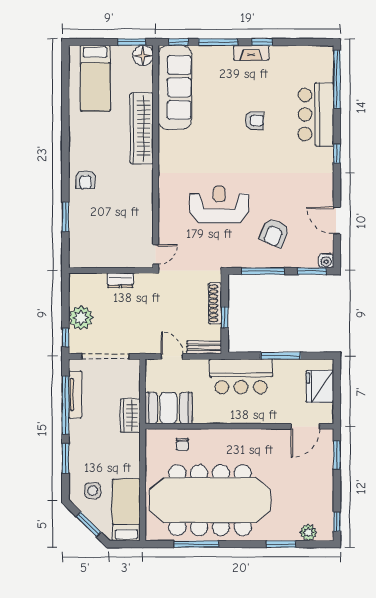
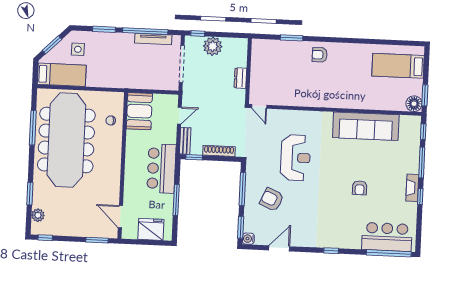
sofa: (175, 87) -> (366, 126), moved
bar counter: (316, 114) -> (387, 237), moved
wardrobe: (142, 128) -> (357, 100), removed
window: (225, 317) -> (194, 157), moved
wardrobe: (130, 416) -> (135, 81), removed

